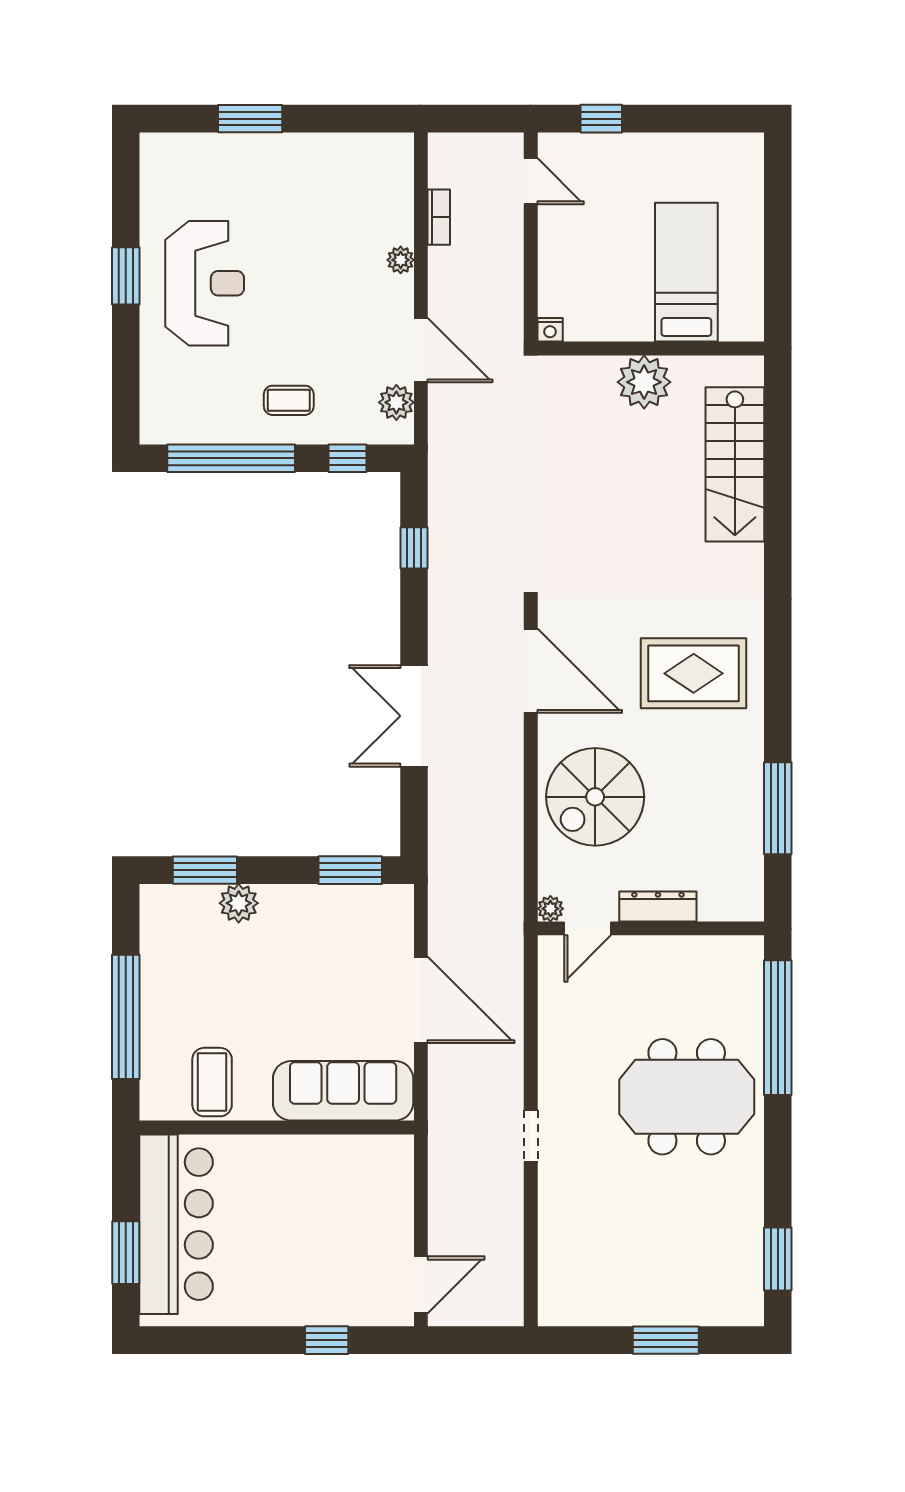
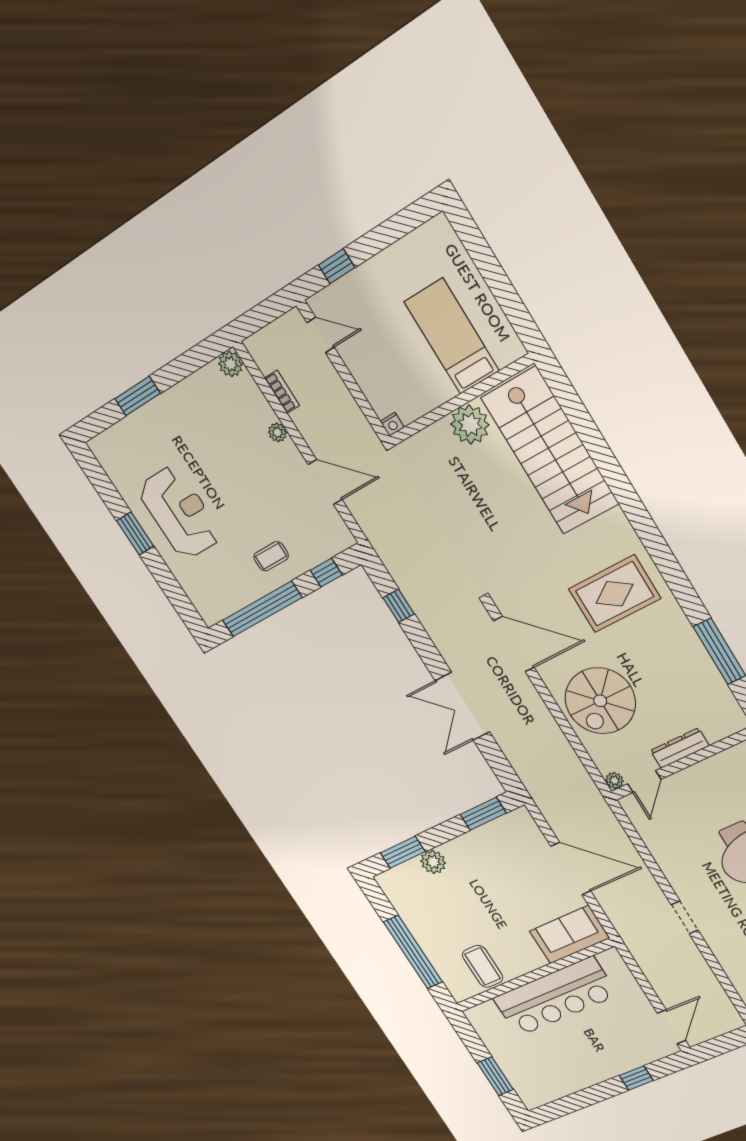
plant: (396, 402) -> (231, 364), moved
stairs: (735, 464) -> (550, 451), width x1.36, depth x1.51
sofa: (343, 1091) -> (569, 935), width x0.73
bar counter: (176, 1224) -> (555, 997), moved, turned 90

